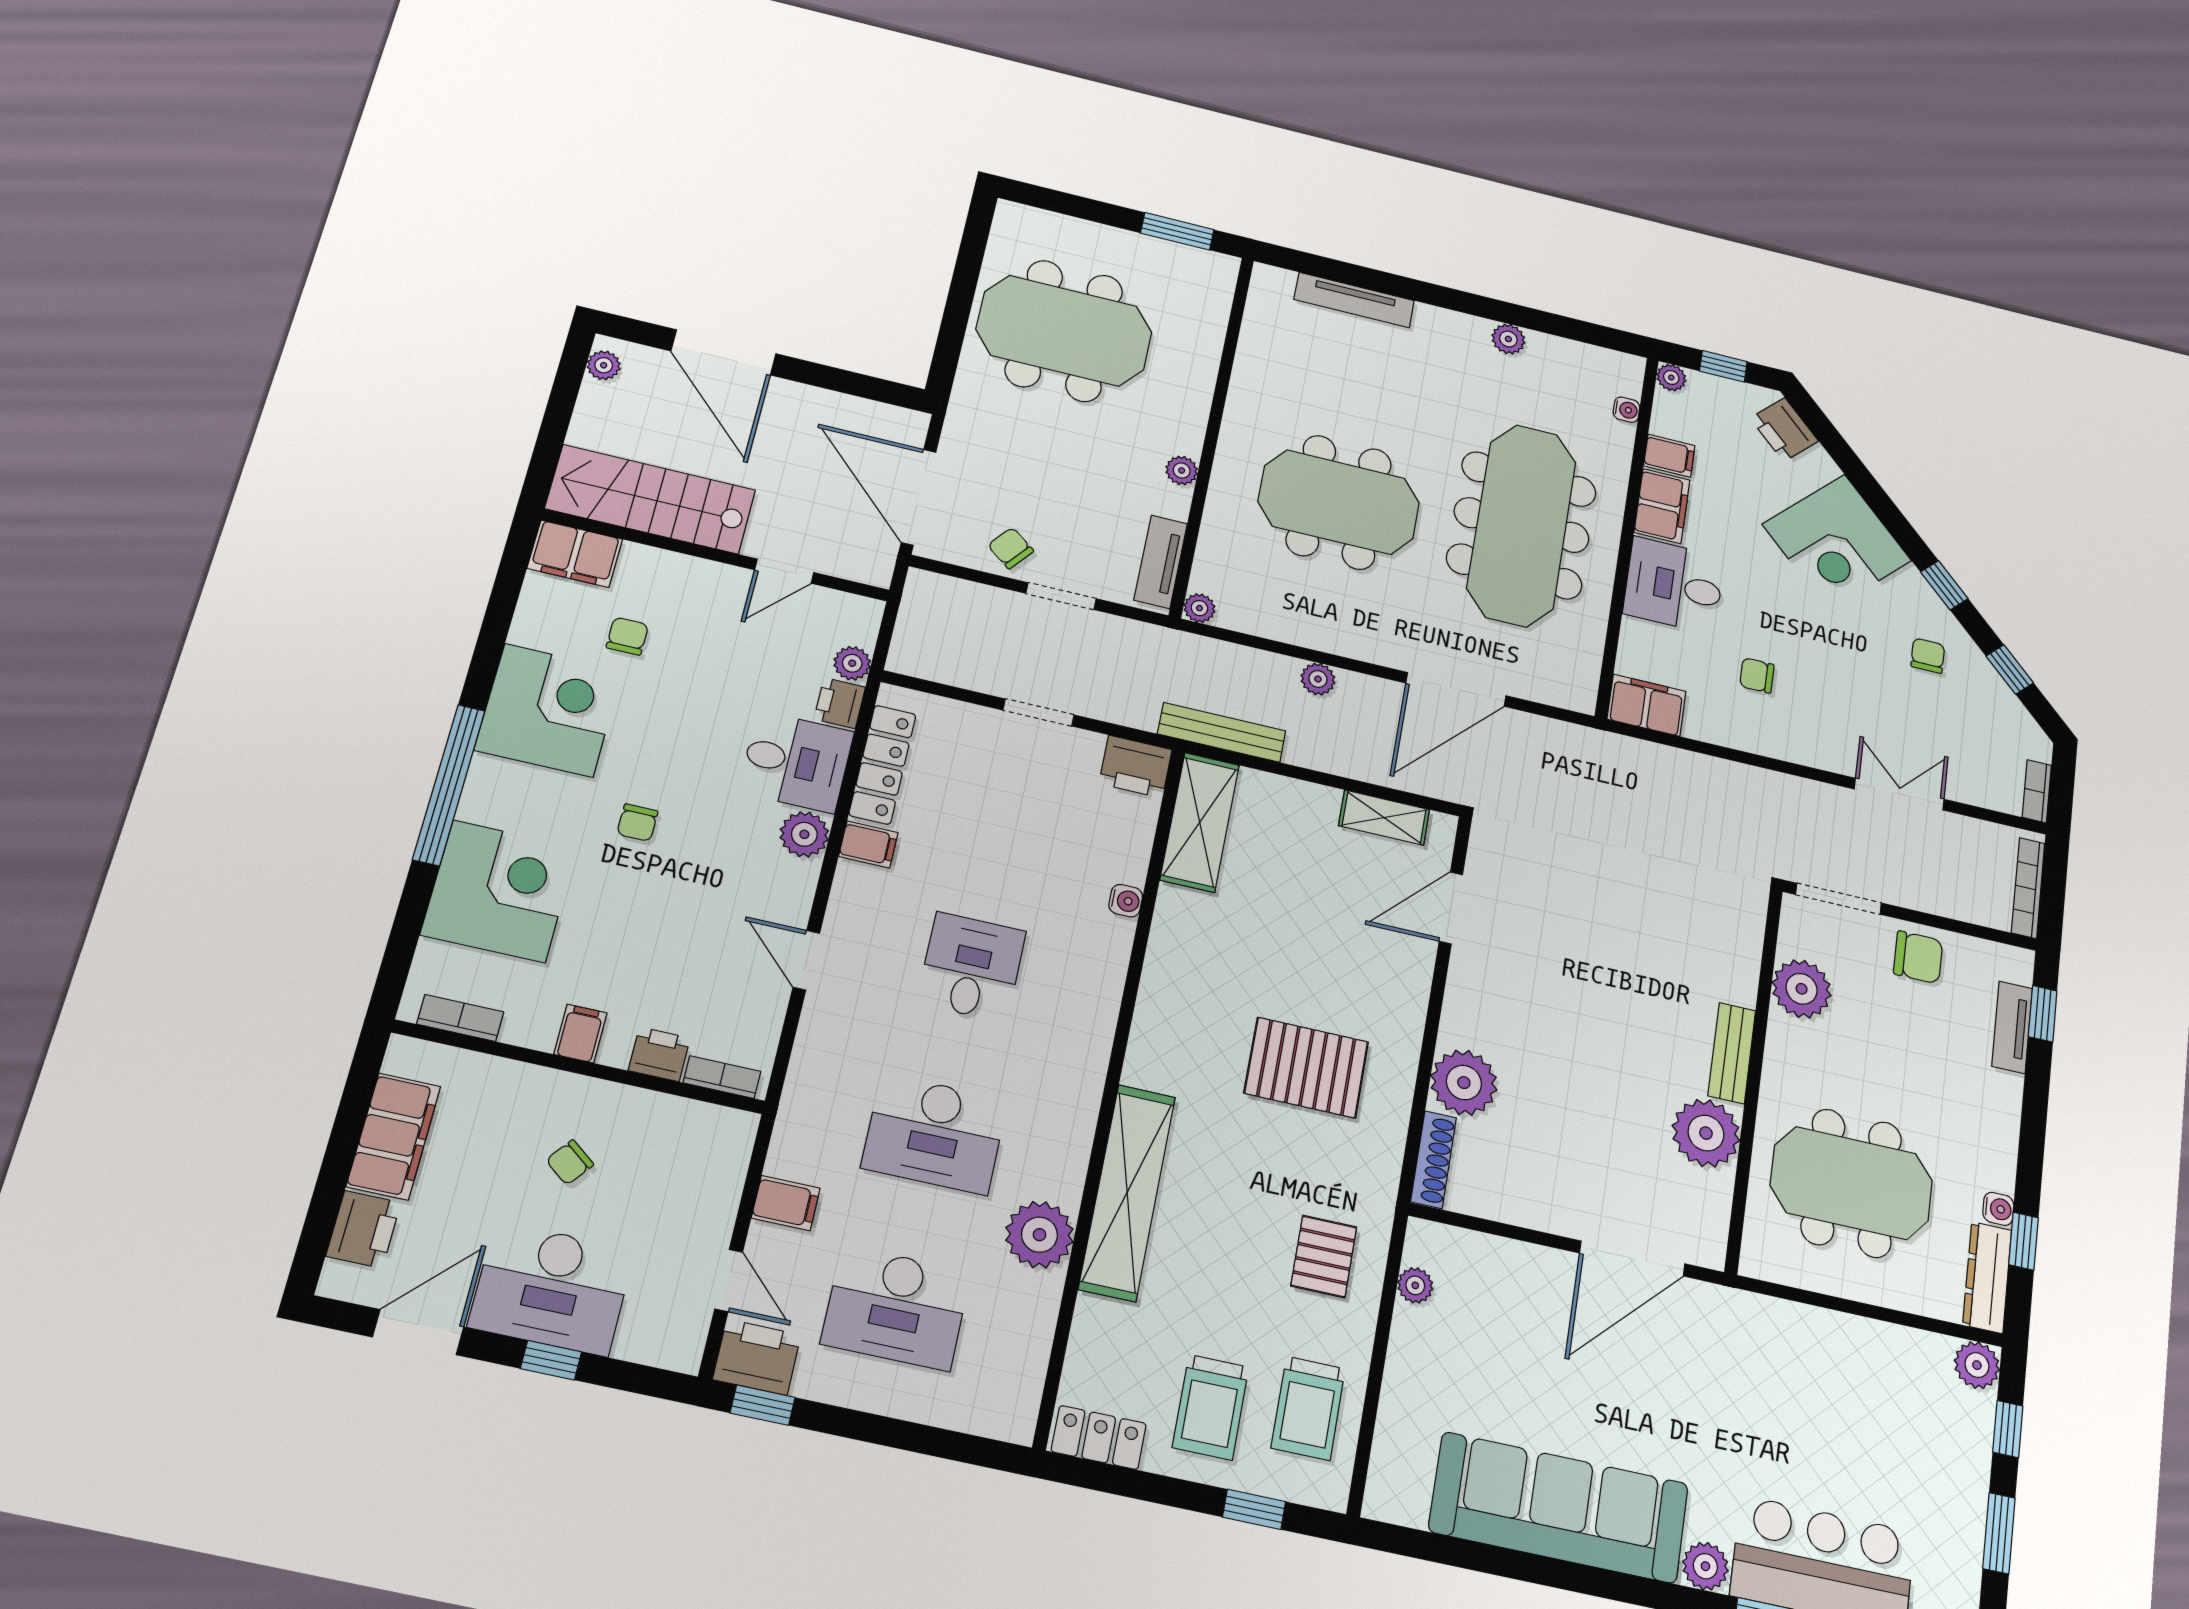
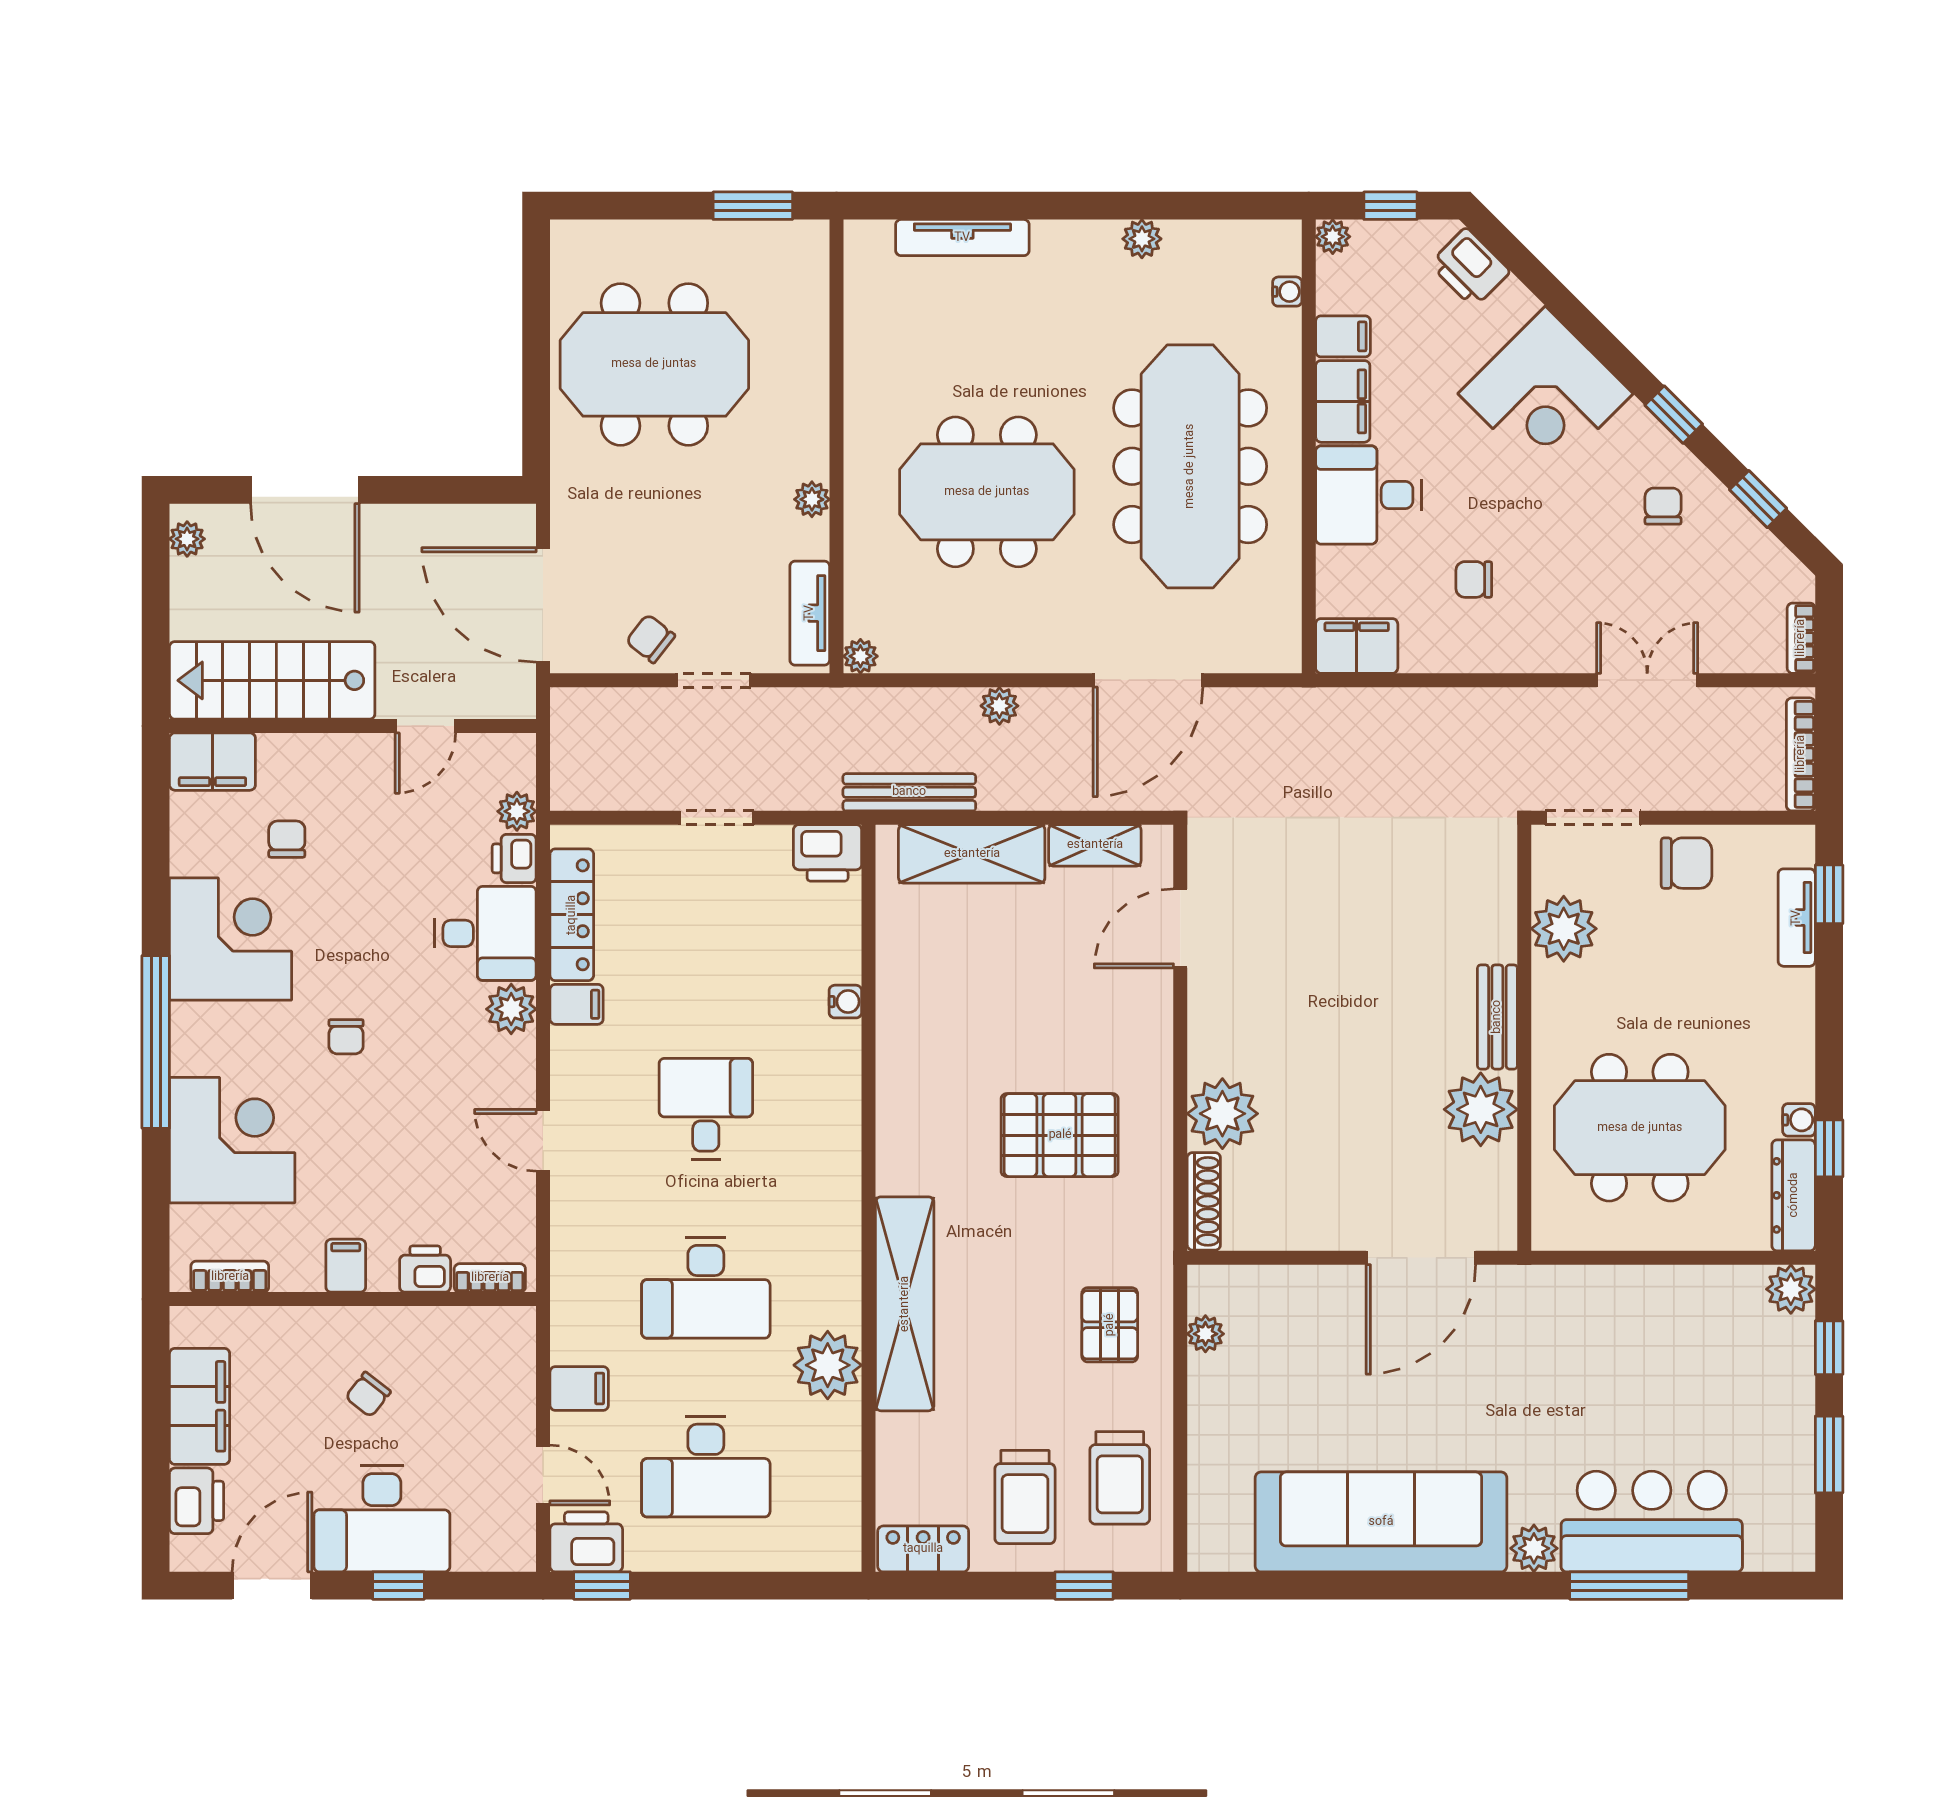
shelving: (1200, 822) -> (972, 854), moved, turned 90

